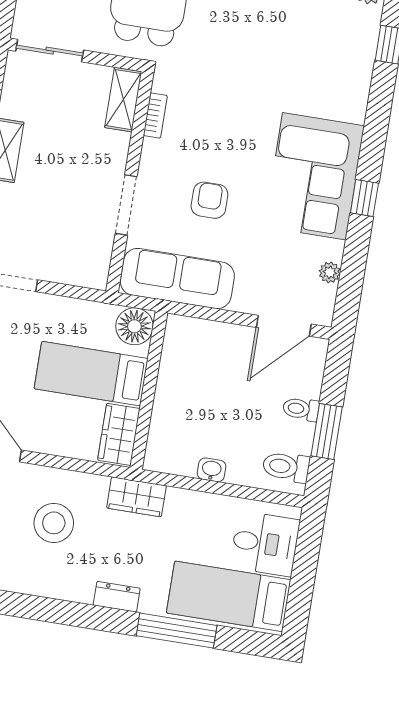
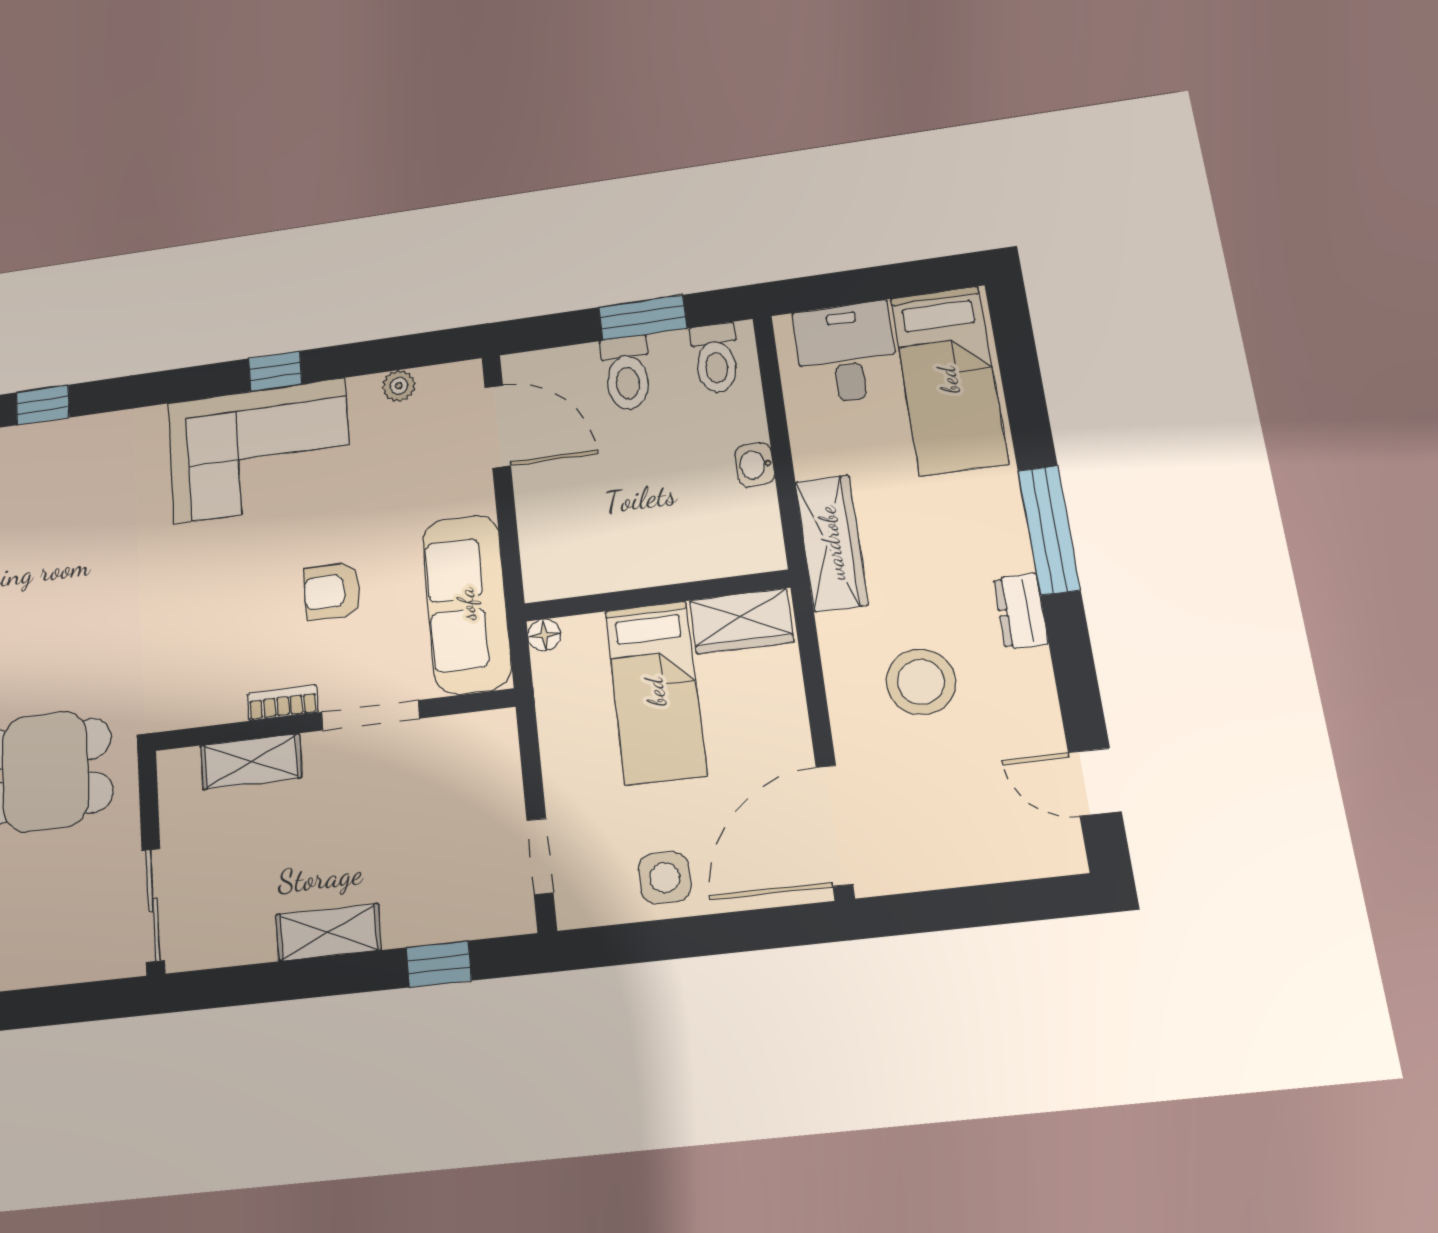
shelving: (123, 100) -> (251, 761), moved
bookcase: (155, 115) -> (283, 703), moved
floor lamp: (134, 326) -> (544, 635), width x0.53, depth x0.53
toilet: (301, 409) -> (627, 373), width x1.37, depth x1.39
wardrobe: (136, 497) -> (832, 543), width x1.50
dresser: (117, 597) -> (1021, 611), moved
window: (177, 631) -> (1049, 530), moved

